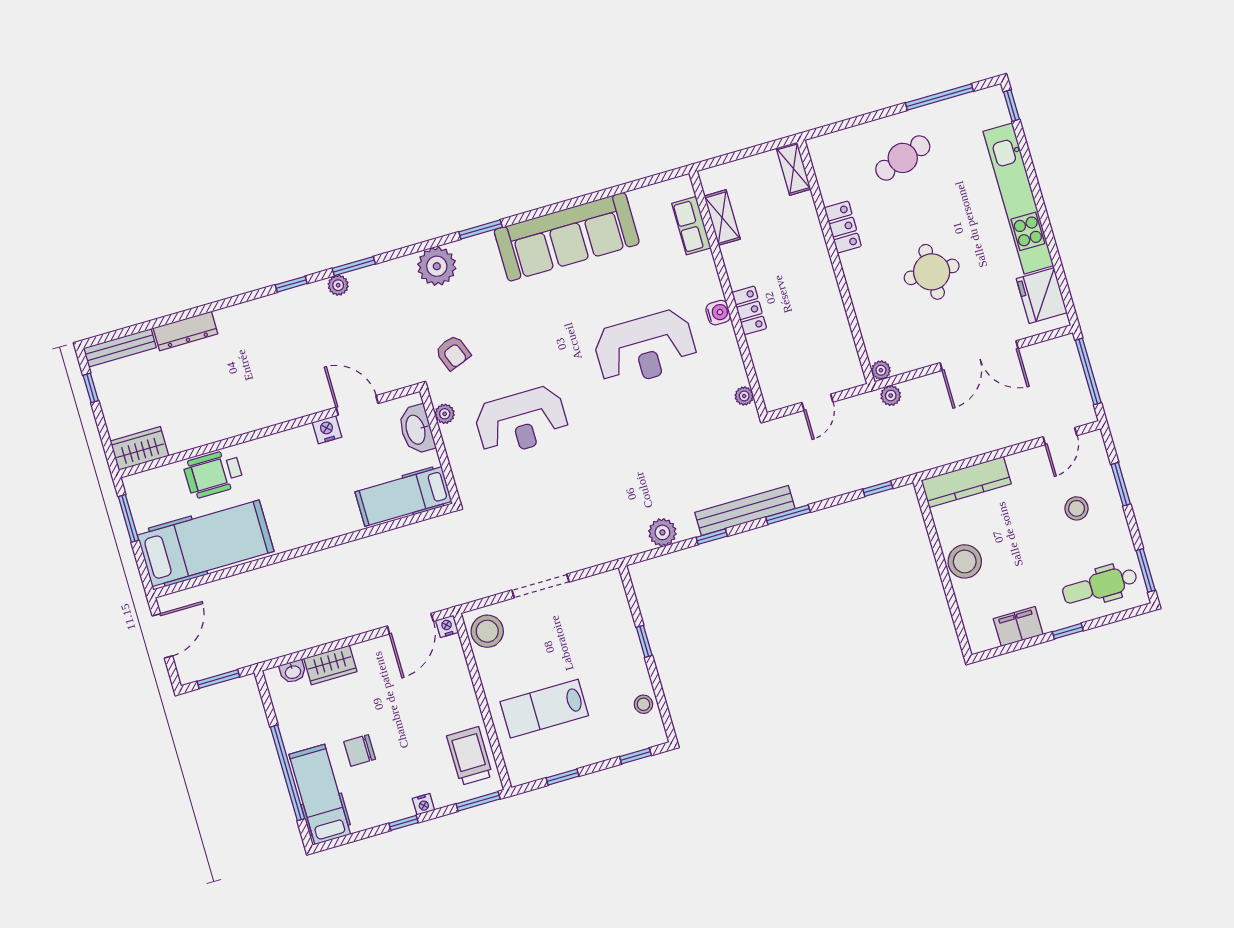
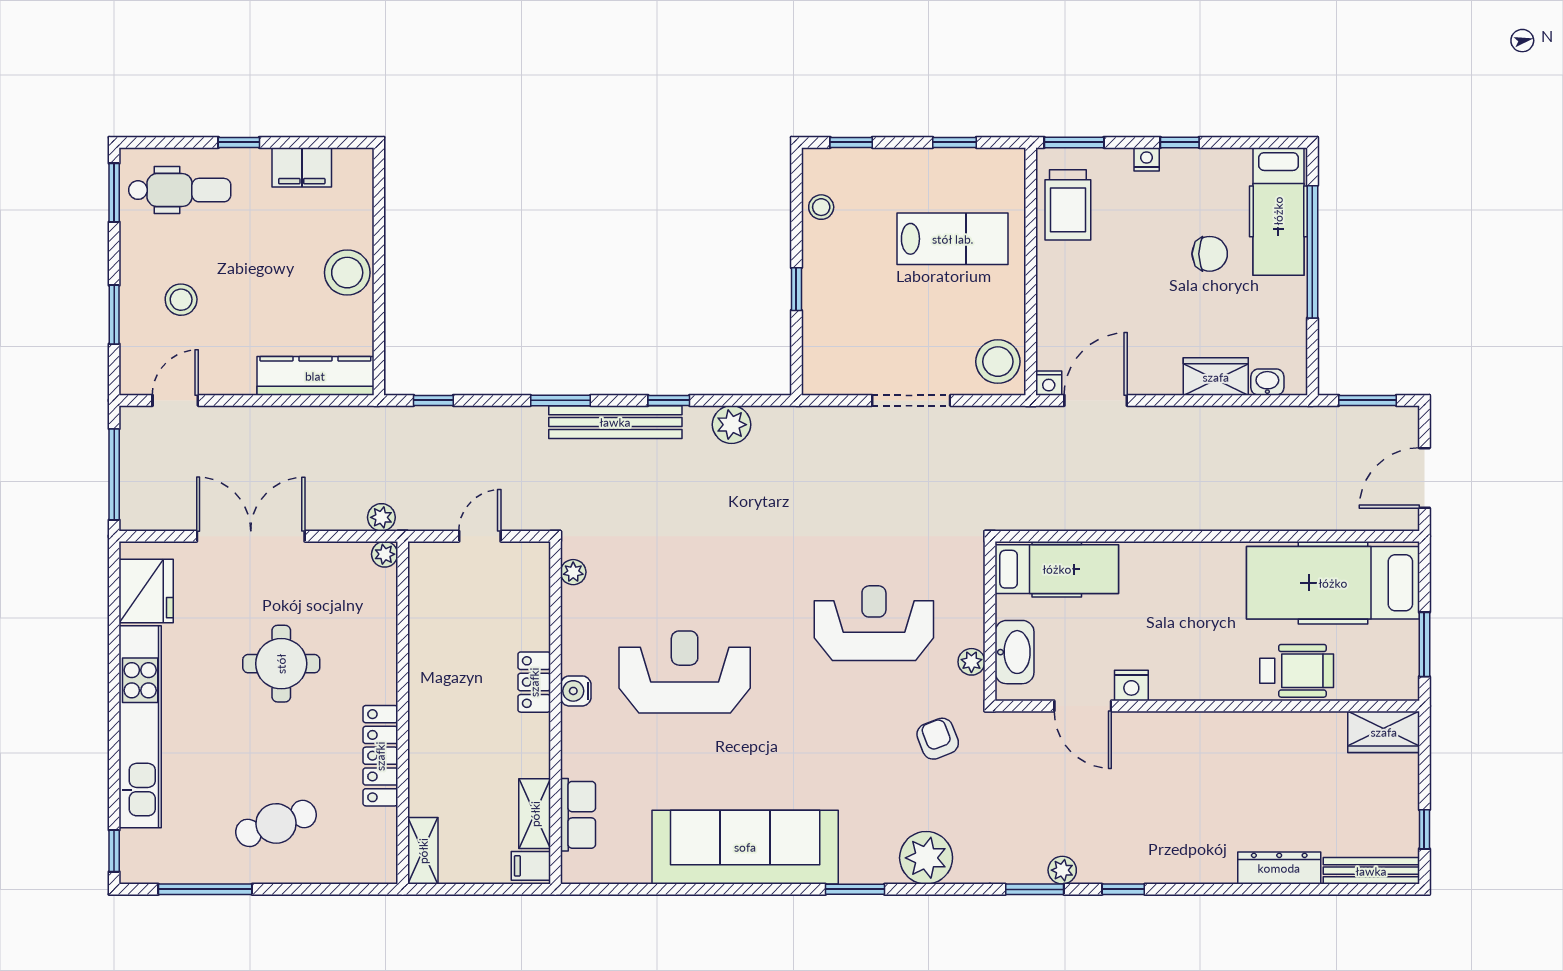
filing cabinet: (714, 180) -> (531, 866), added
locker: (843, 227) -> (380, 756), width x1.53

